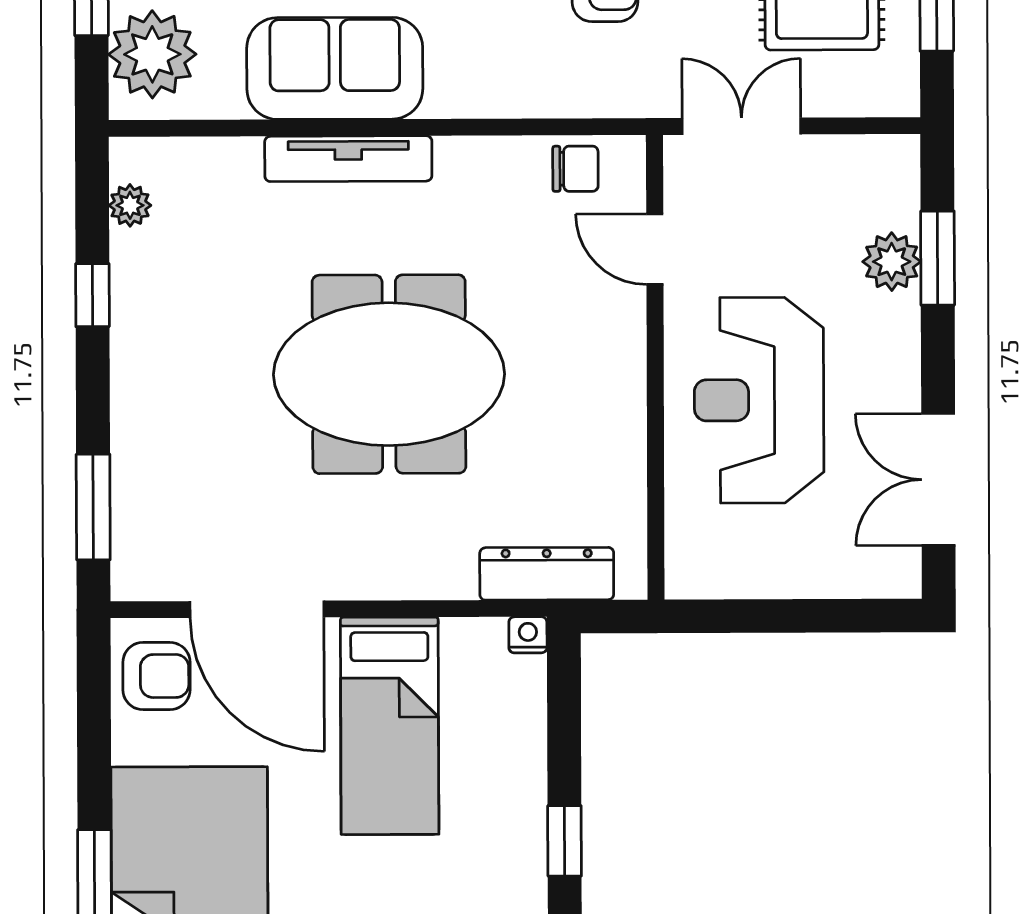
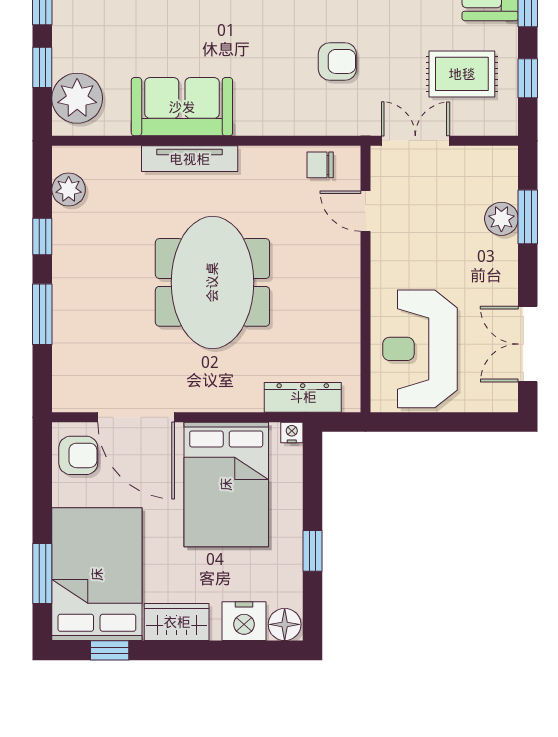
chair: (575, 169) -> (320, 165), turned 180
plant: (130, 205) -> (69, 189), width x1.38, depth x1.38
meeting table: (389, 374) -> (212, 282), turned 90
reception desk: (759, 400) -> (420, 349), moved
window: (93, 507) -> (42, 314), moved
bed: (390, 726) -> (226, 484), width x1.50

